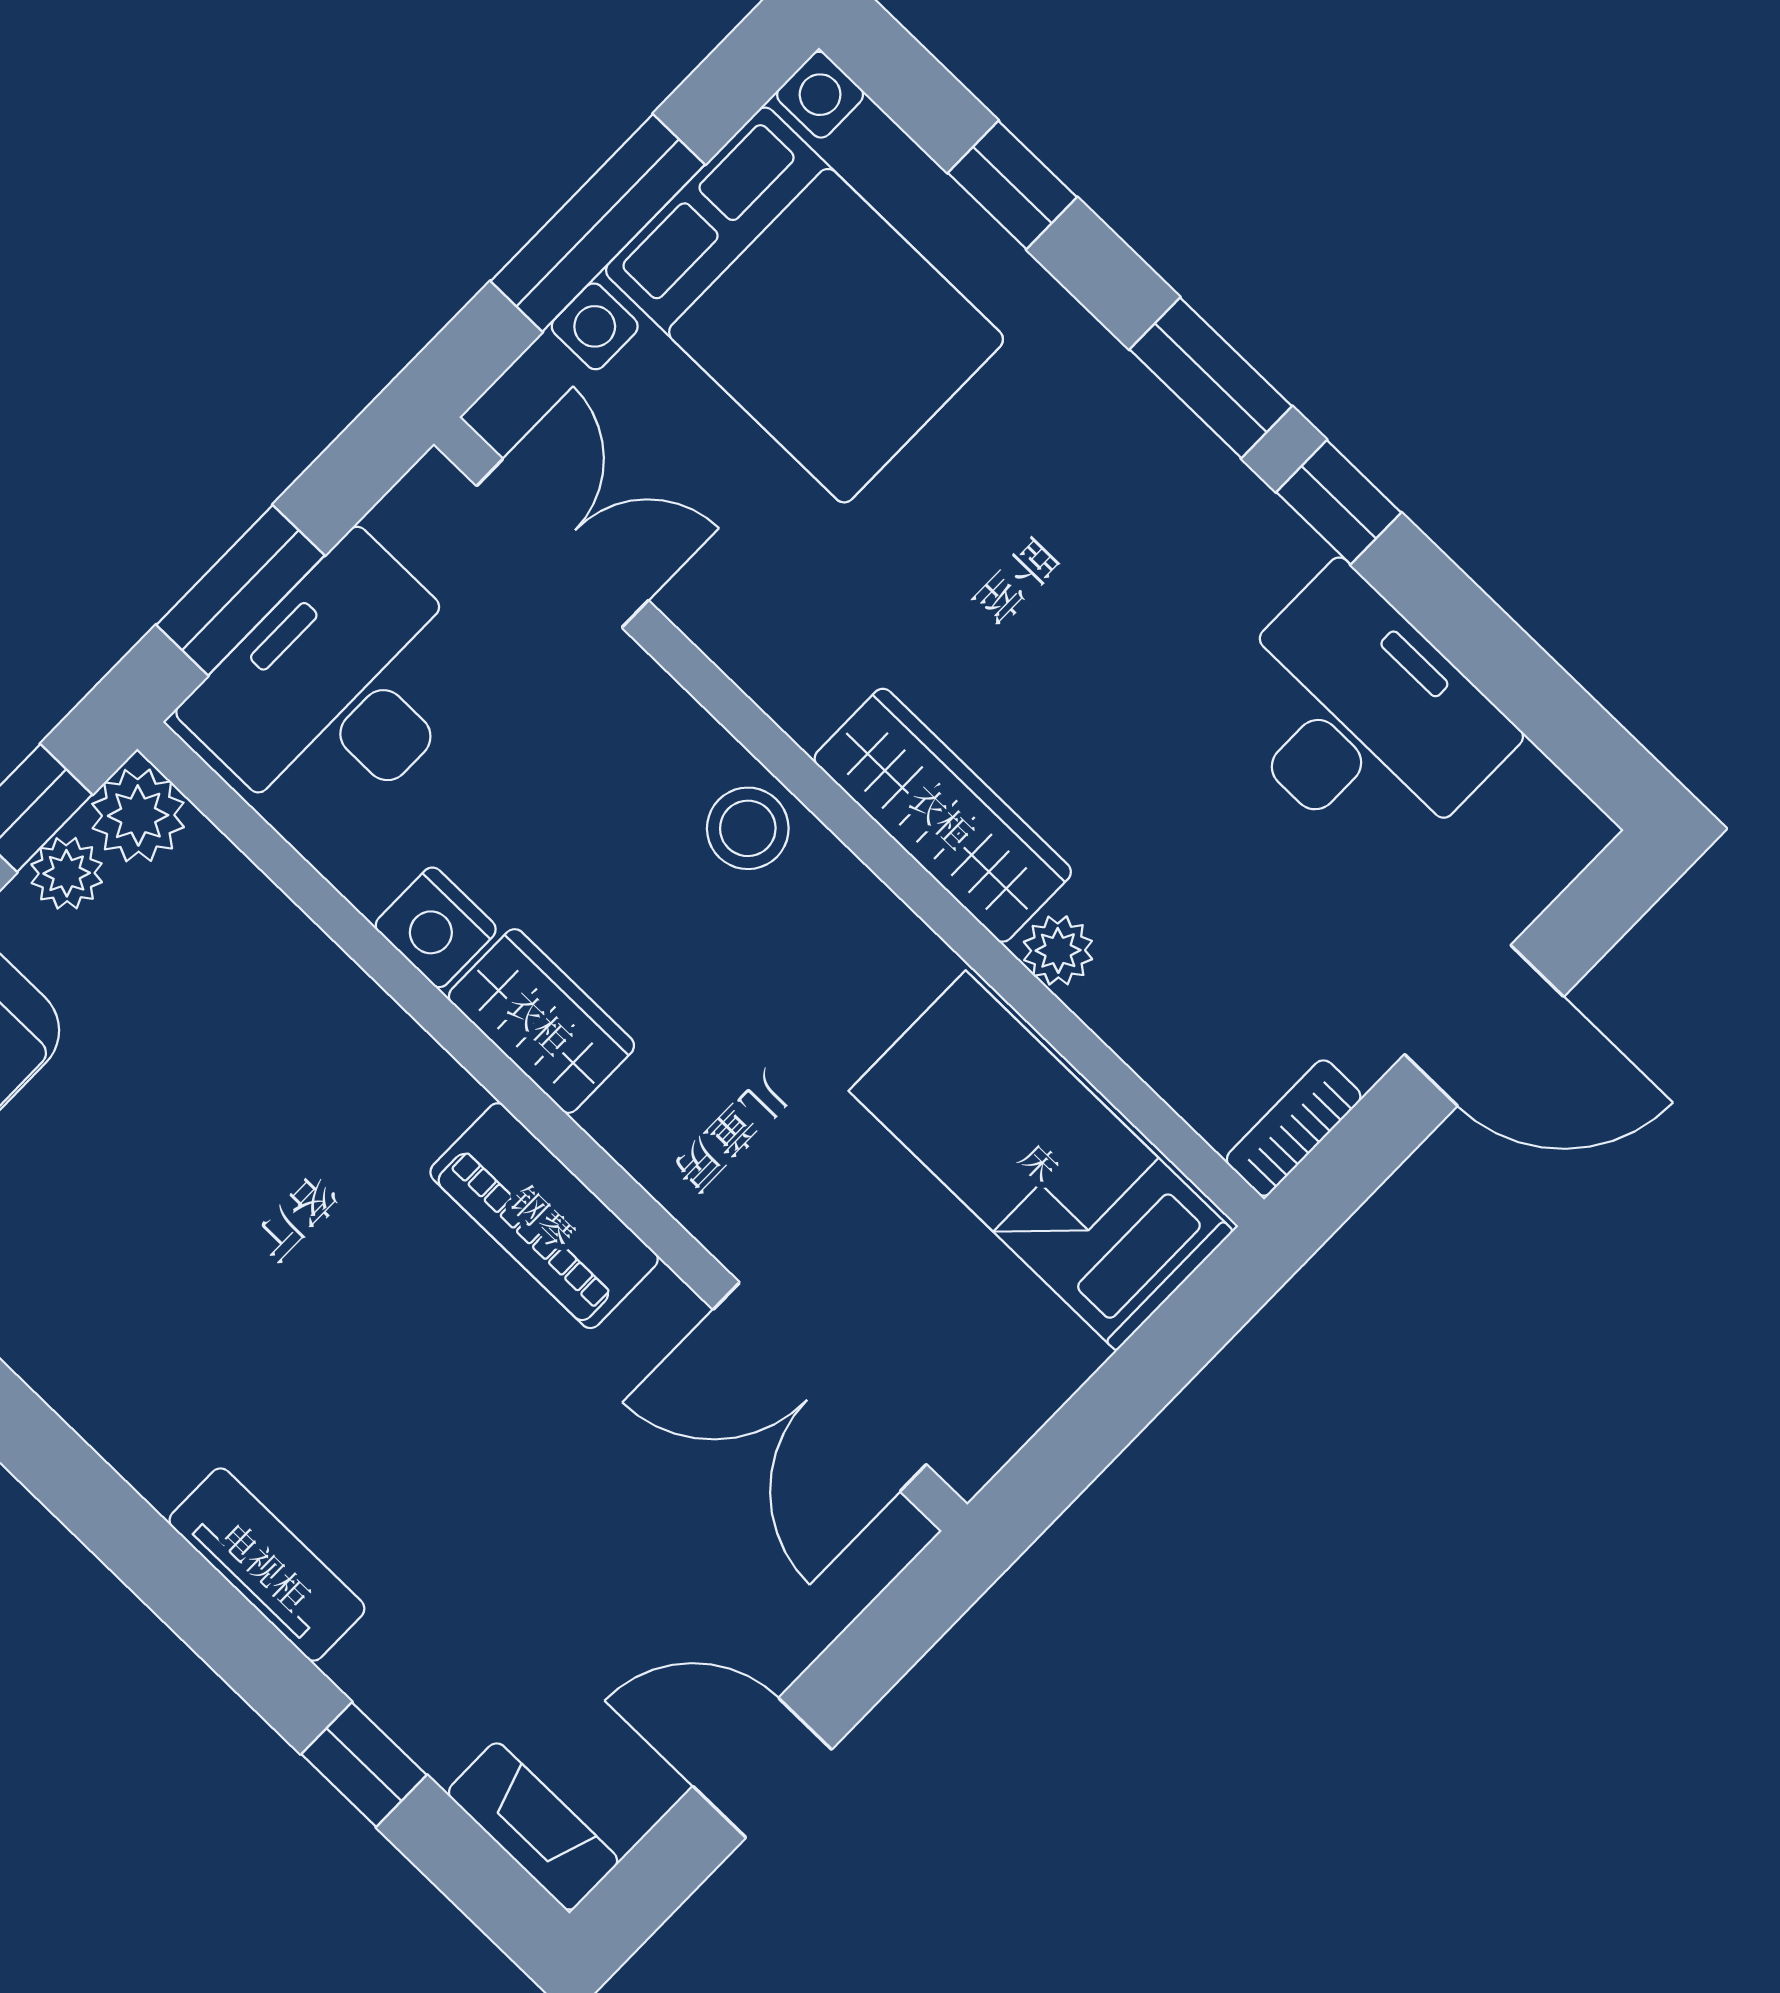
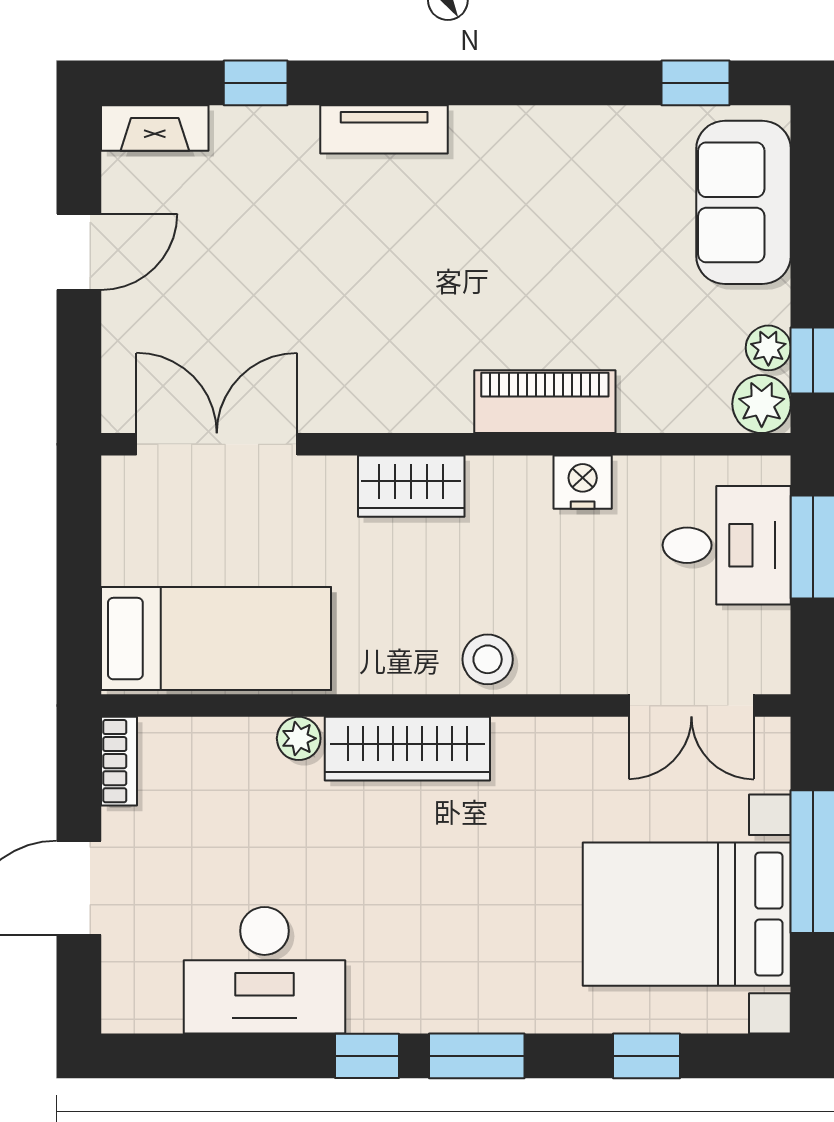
desk: (339, 690) -> (727, 545), width x0.73
wardrobe: (541, 1021) -> (411, 486), moved
piano: (544, 1216) -> (545, 402), moved

